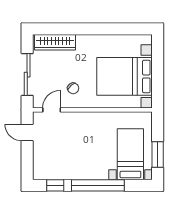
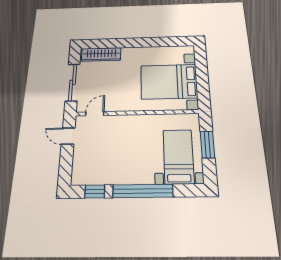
chair: (73, 88) -> (117, 93), removed
window: (158, 154) -> (207, 144), moved

